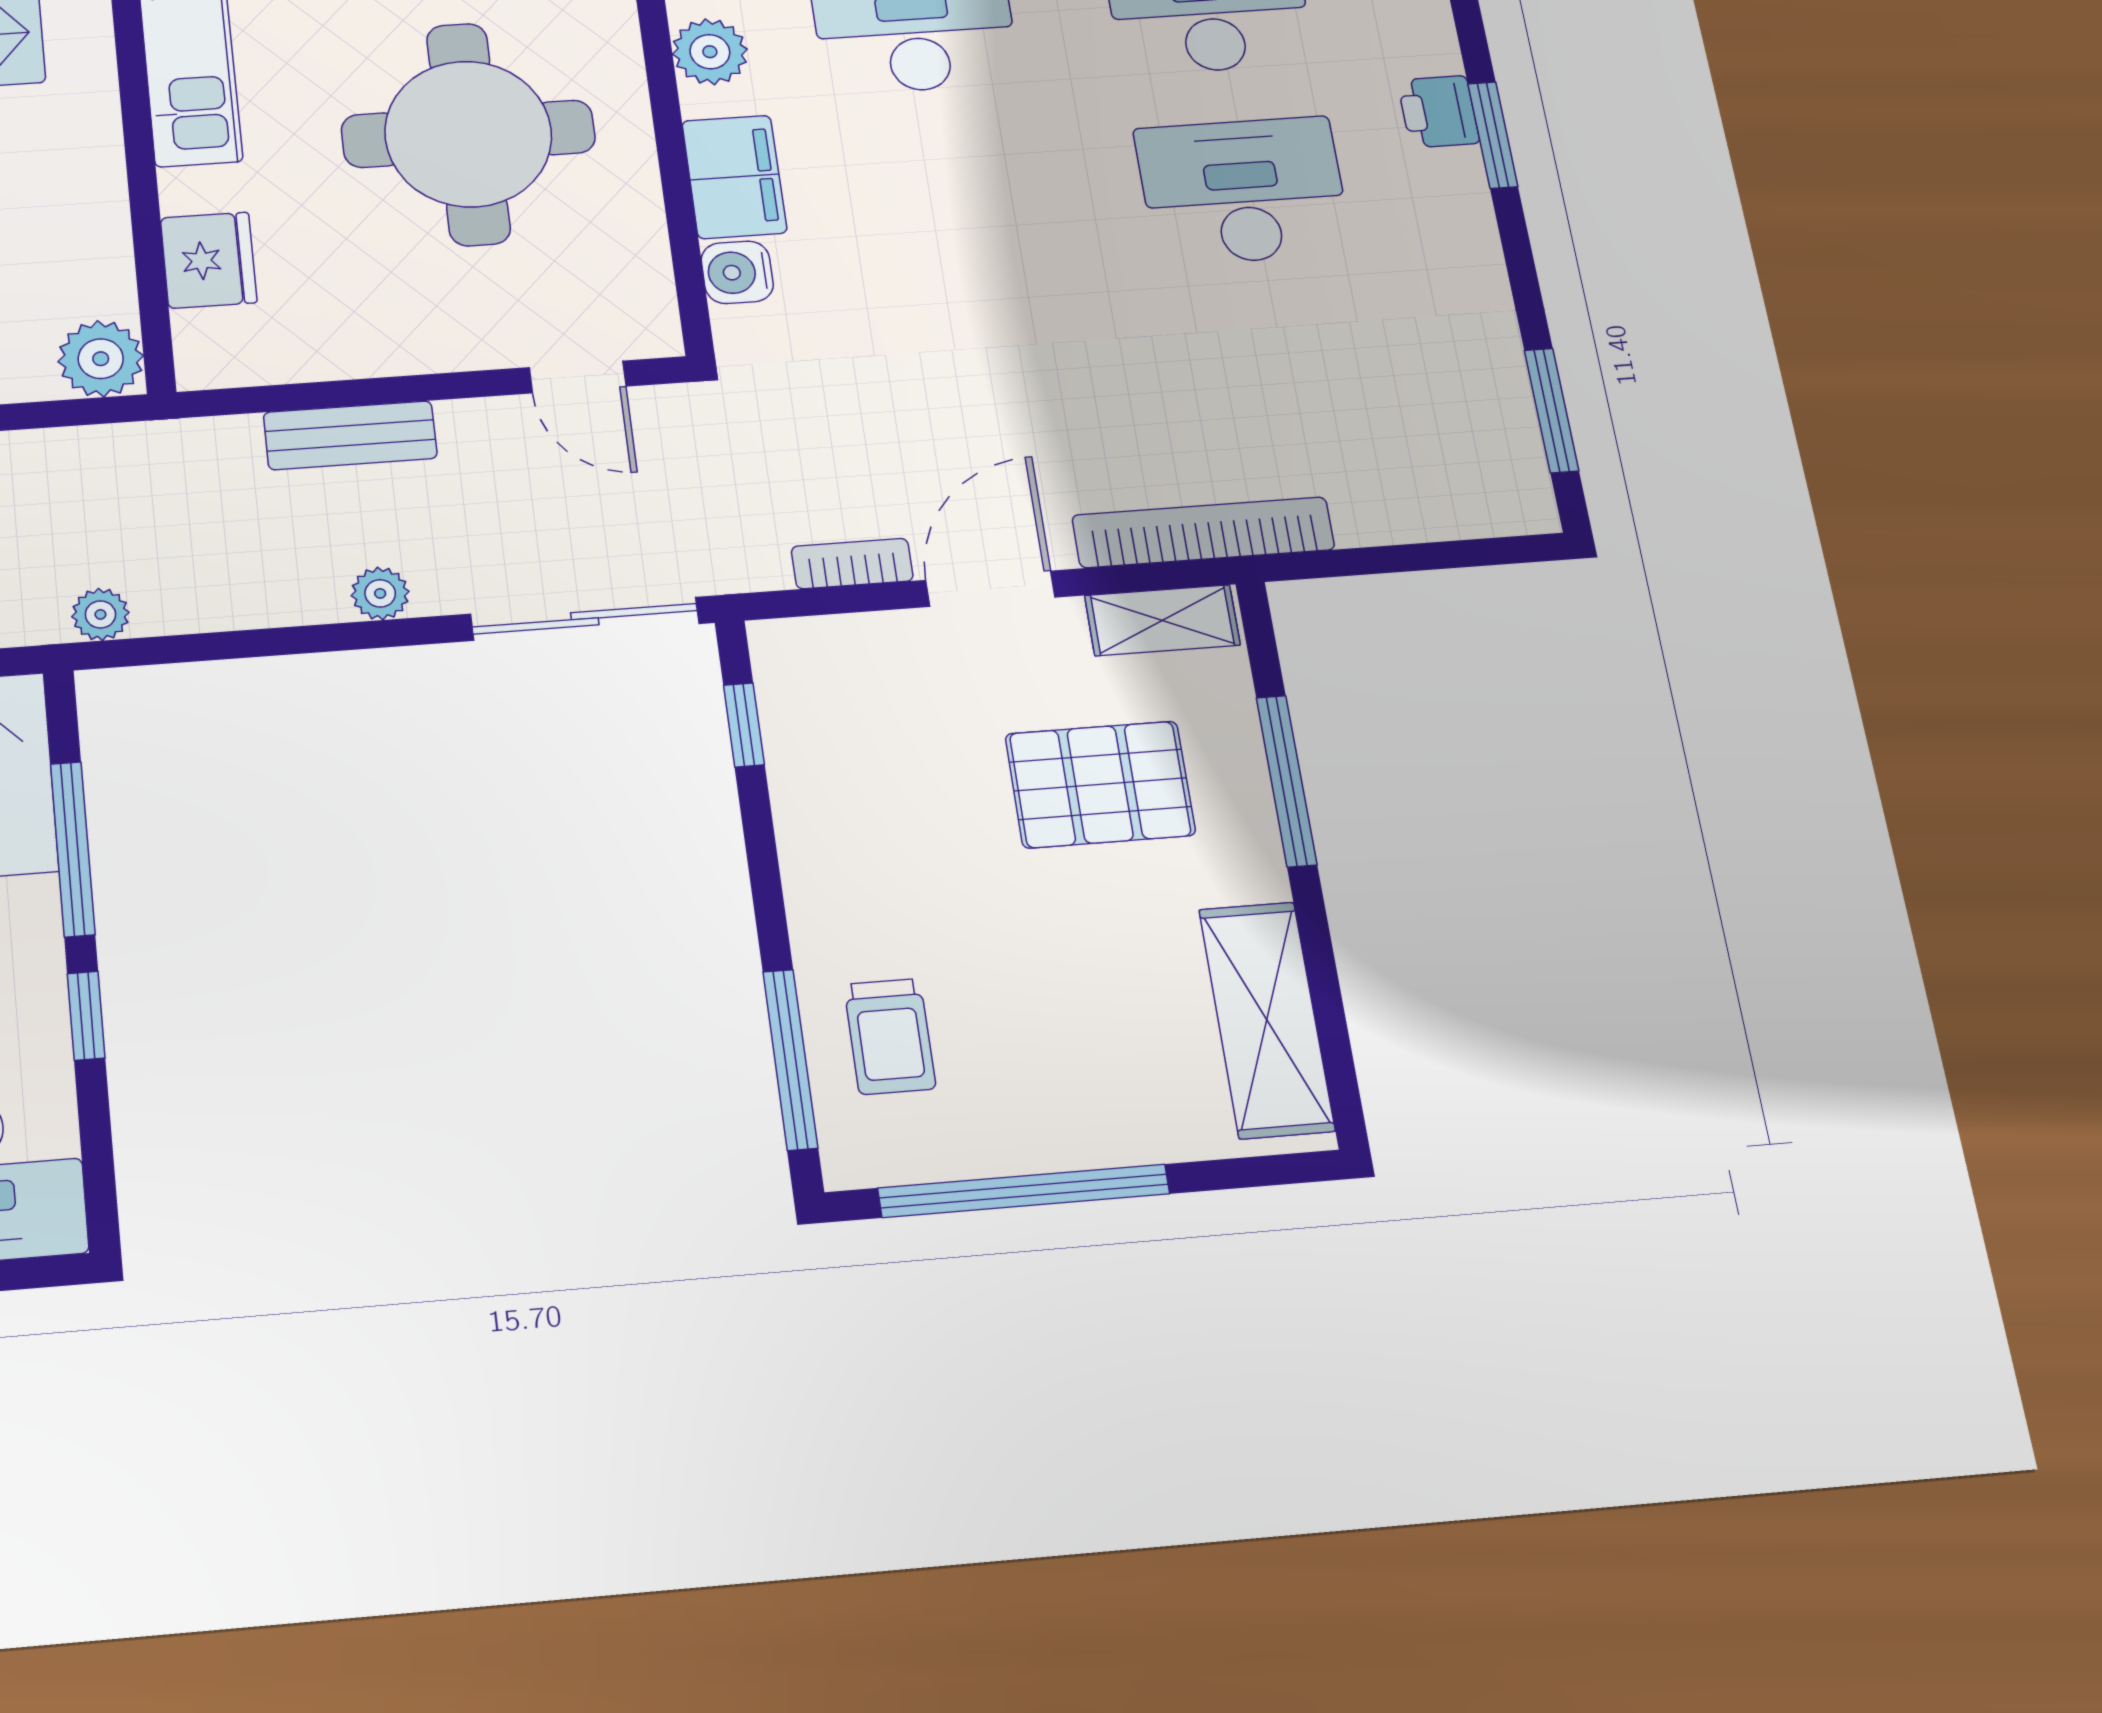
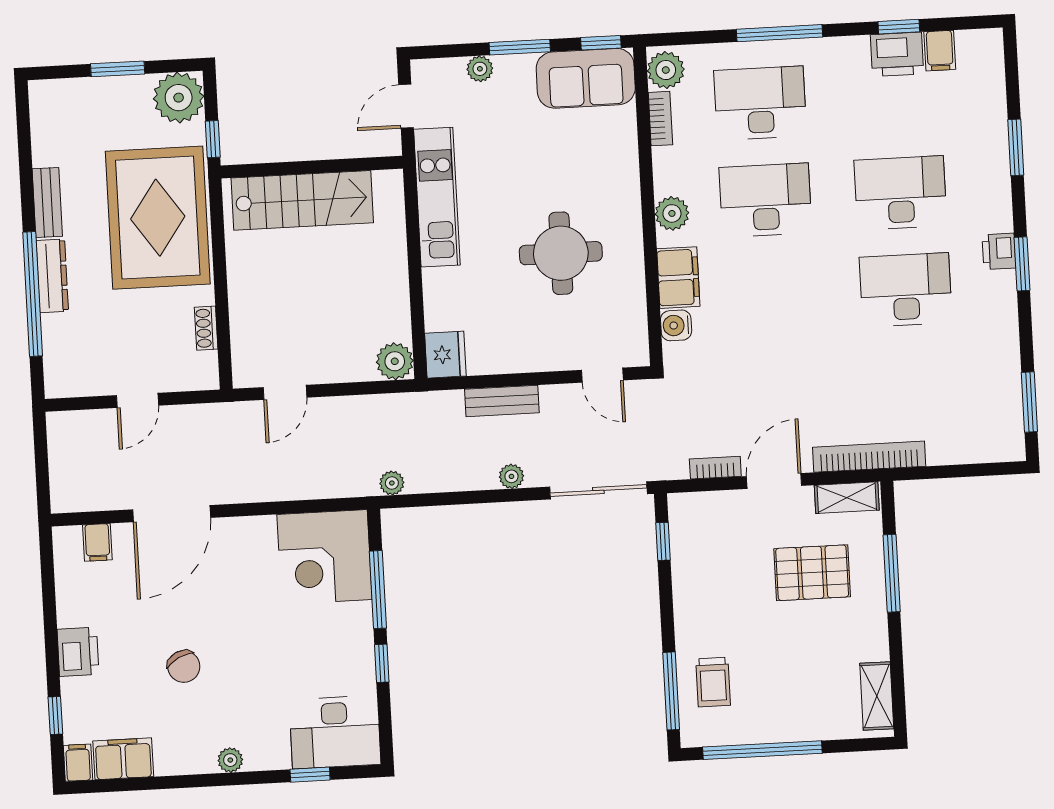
round table: (468, 134) -> (561, 253), width x0.73, depth x0.73
fridge: (209, 260) -> (445, 355), moved
shelving: (1267, 1020) -> (877, 696), width x0.67, depth x0.75

